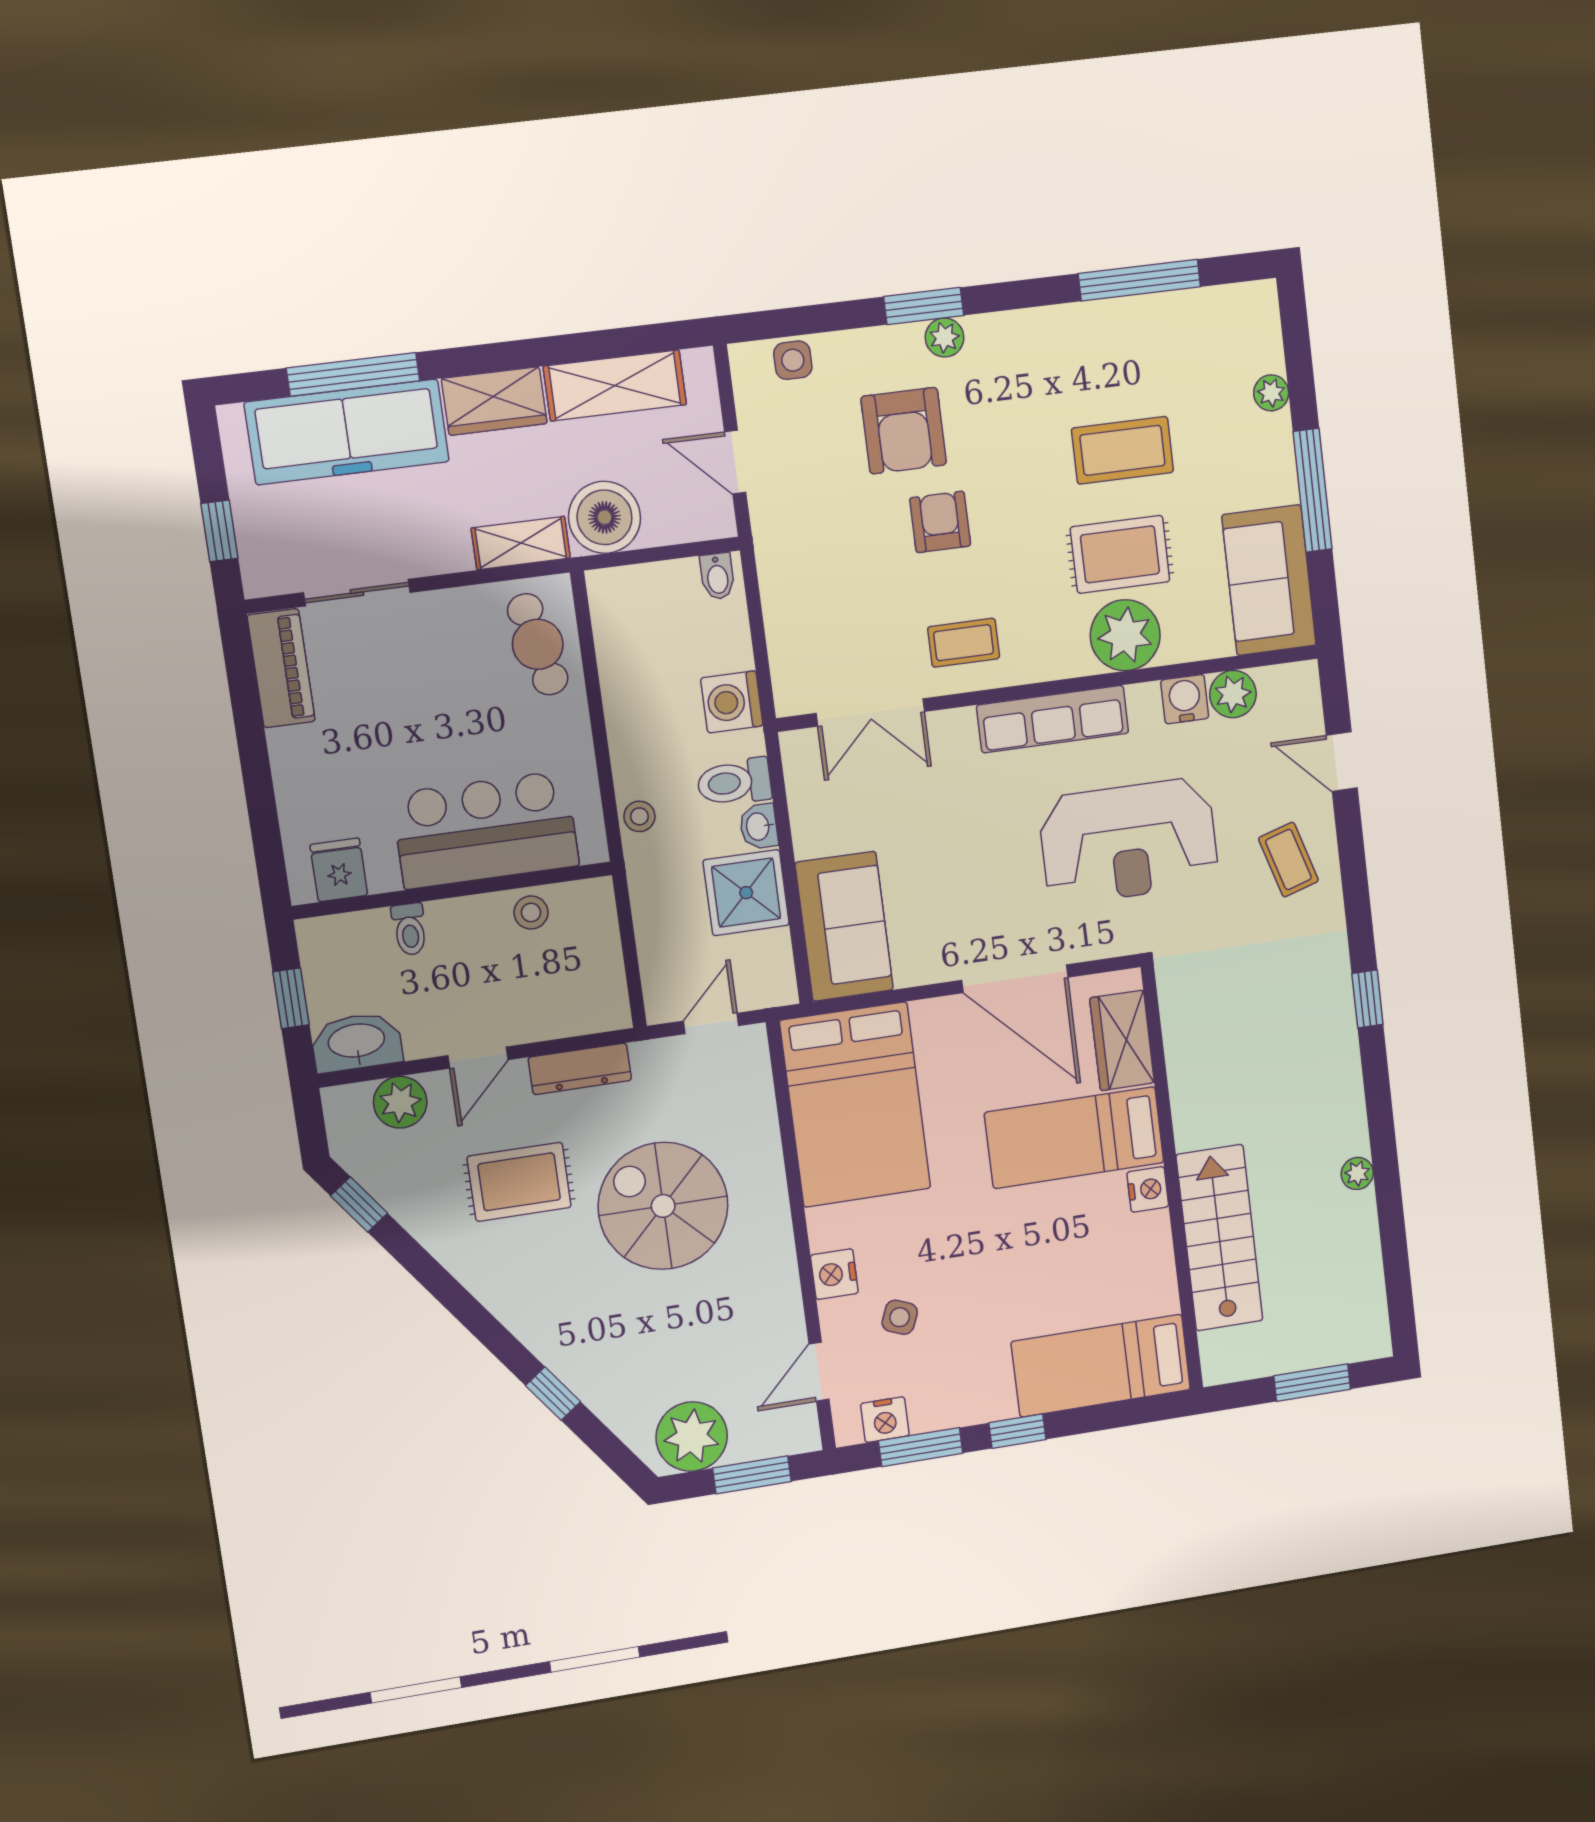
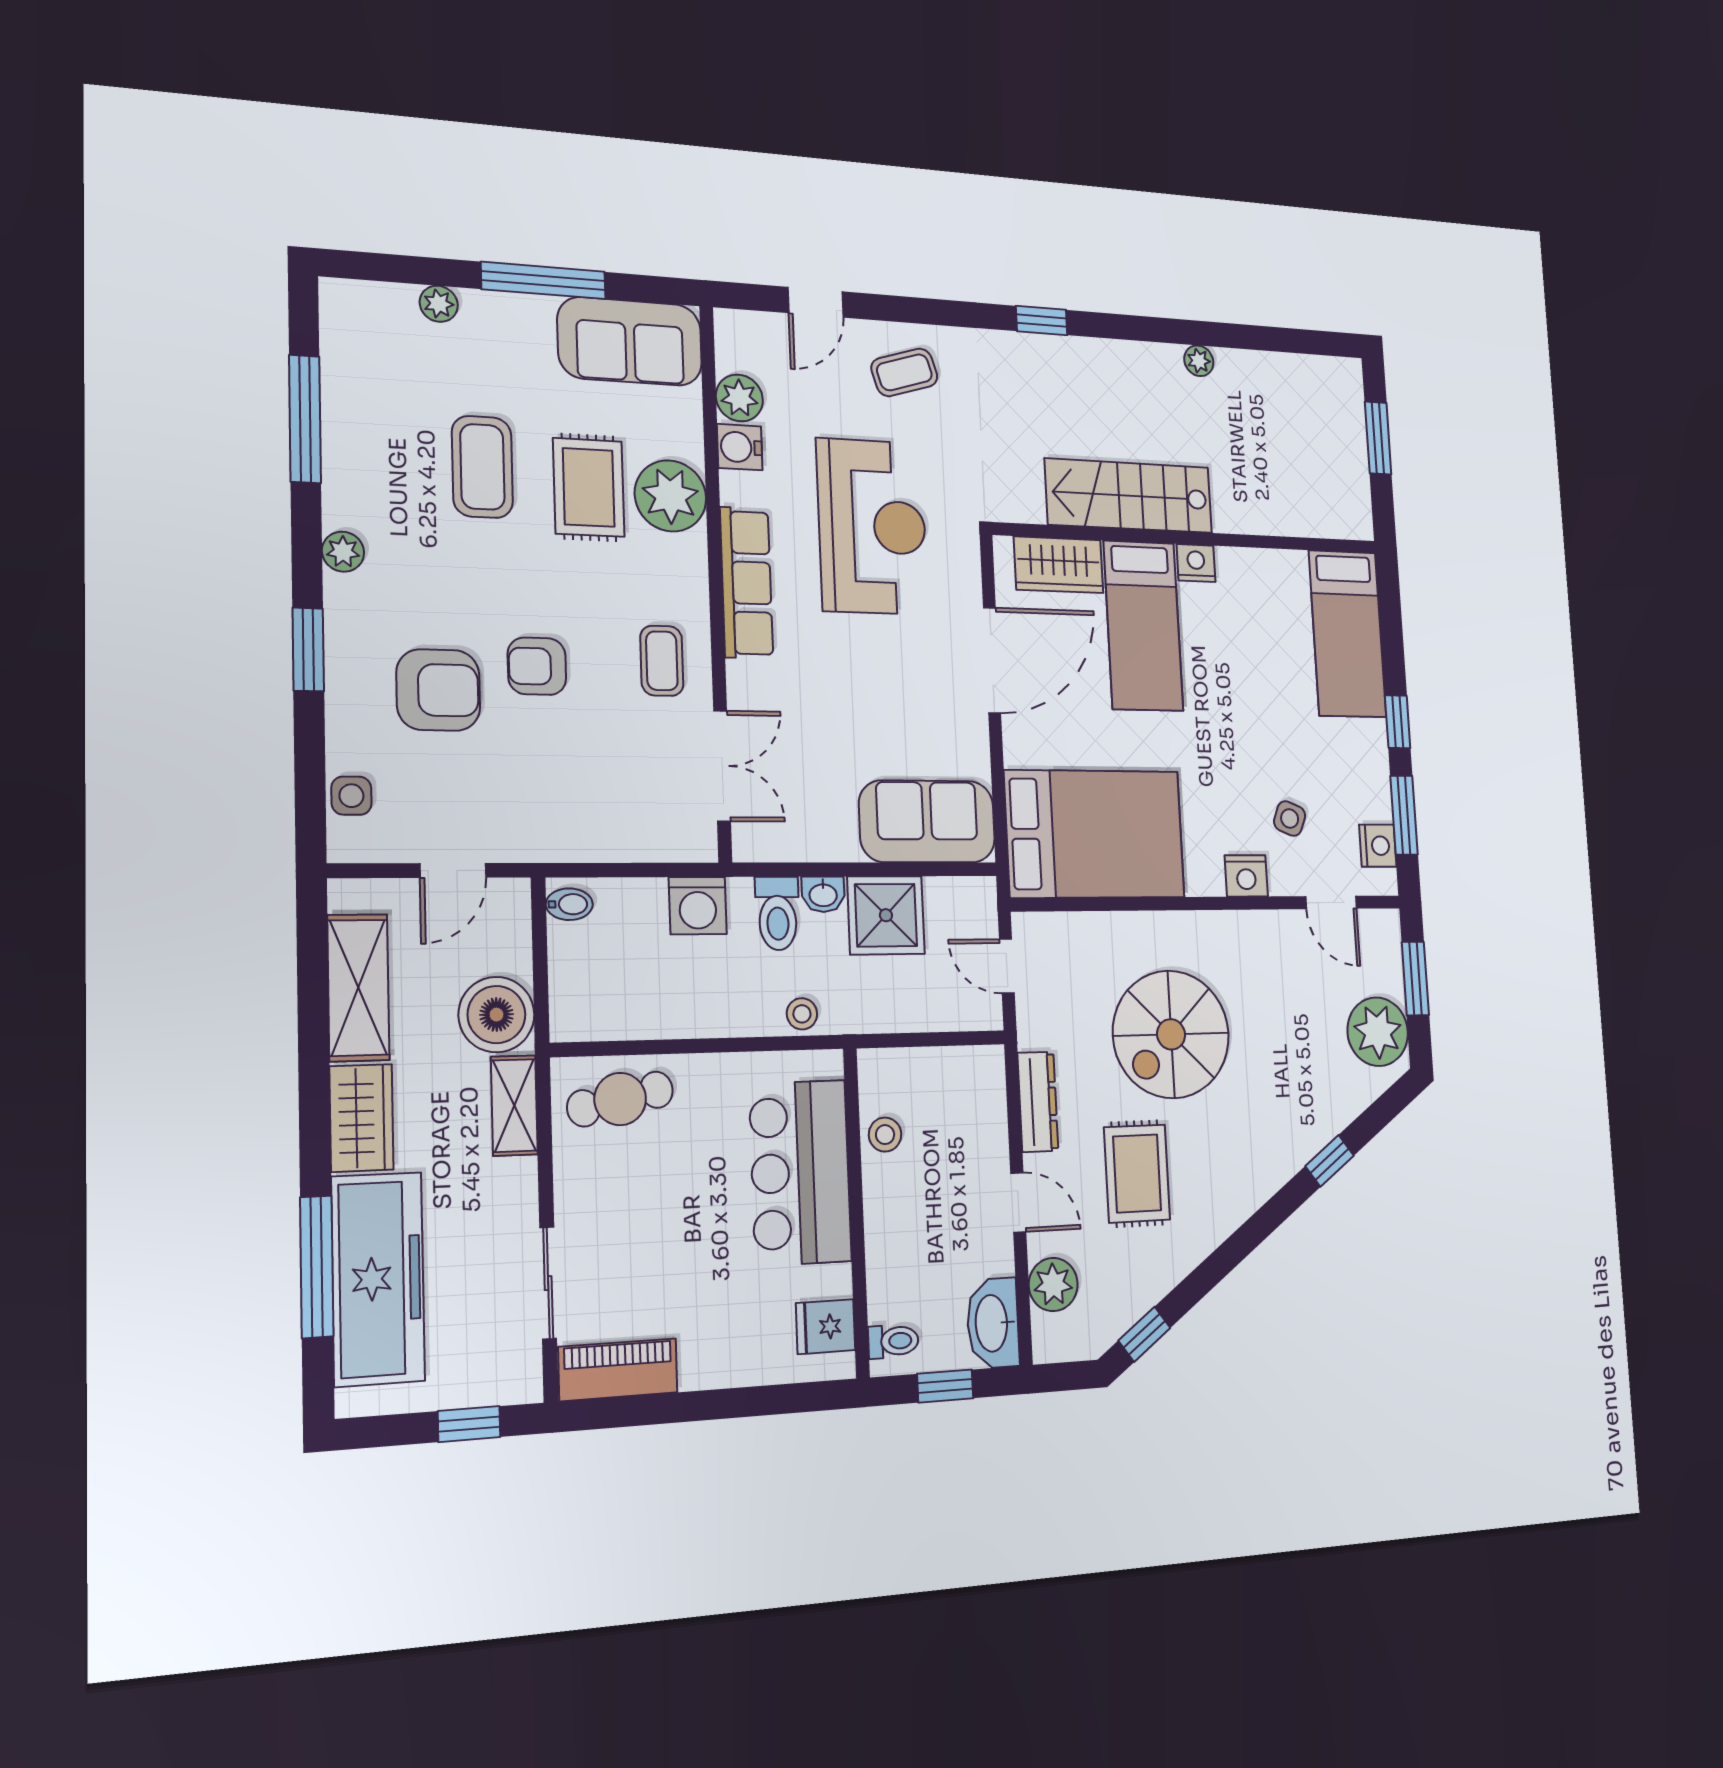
plant: (945, 337) -> (343, 552), moved
toilet: (410, 929) -> (893, 1341), moved
stairs: (1220, 1238) -> (1129, 496), moved

